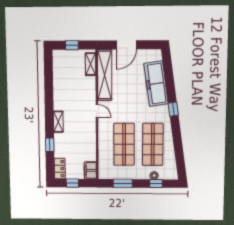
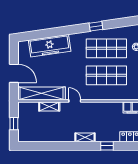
shelving: (91, 64) -> (49, 107), moved
window: (173, 109) -> (96, 26), moved
door: (97, 111) -> (75, 101), hinge flipped

